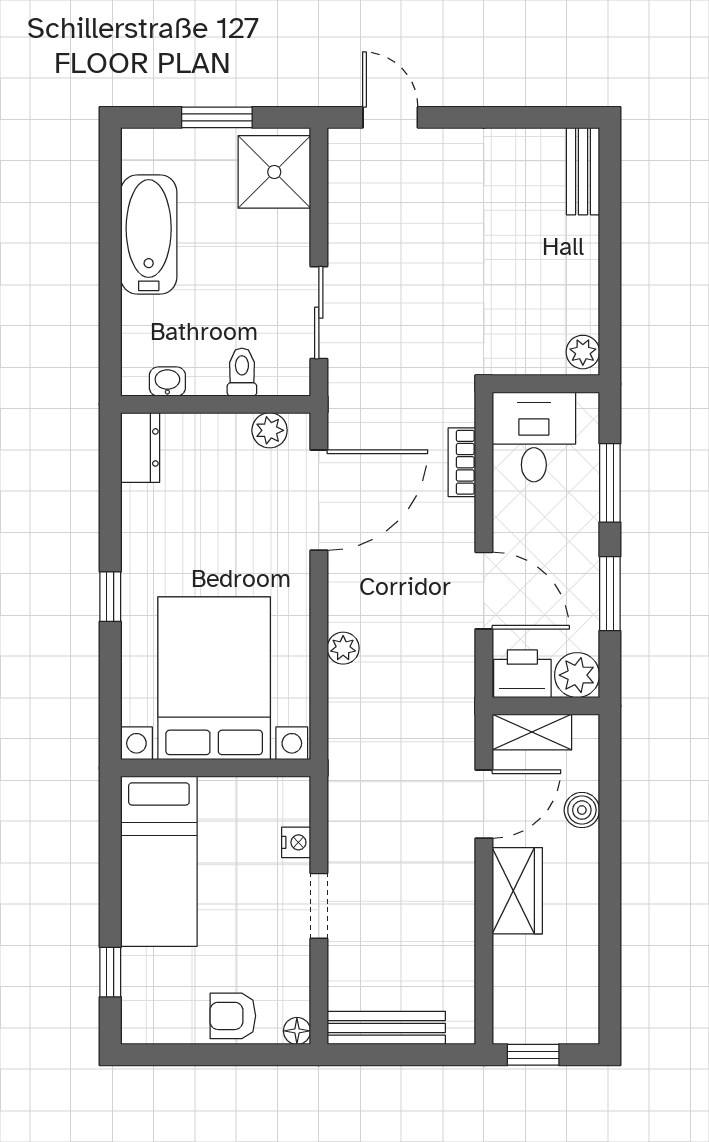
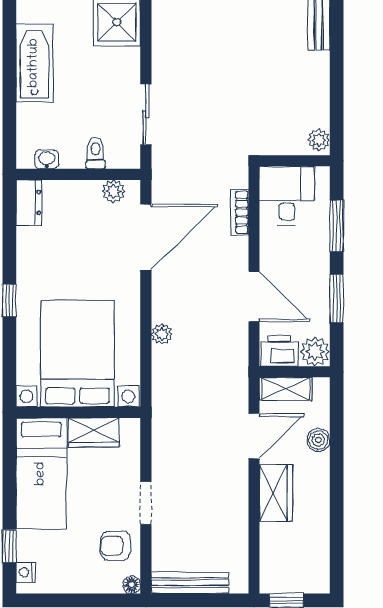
wardrobe: (239, 799) -> (94, 433), added
nightstand: (296, 842) -> (25, 572), moved, turned 180
armchair: (233, 1016) -> (115, 546), moved

